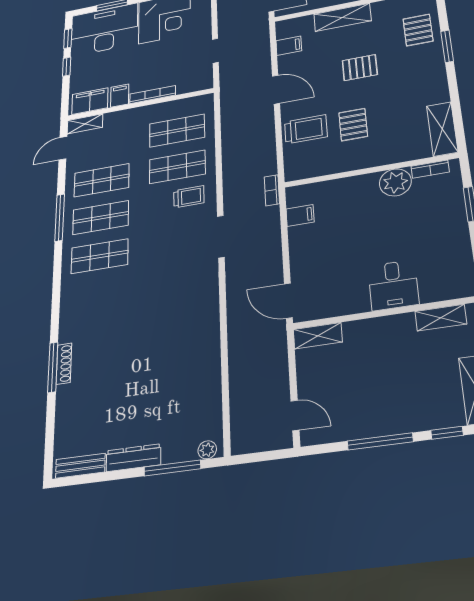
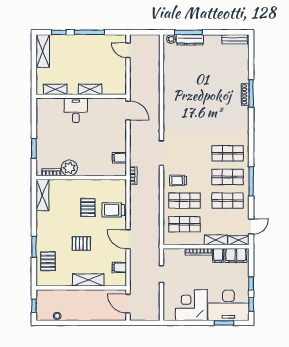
shelving: (123, 117) -> (216, 240), added
shelving: (318, 336) -> (90, 89), moved
dresser: (133, 458) -> (190, 40), moved

